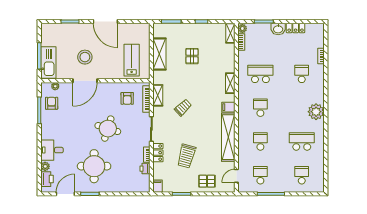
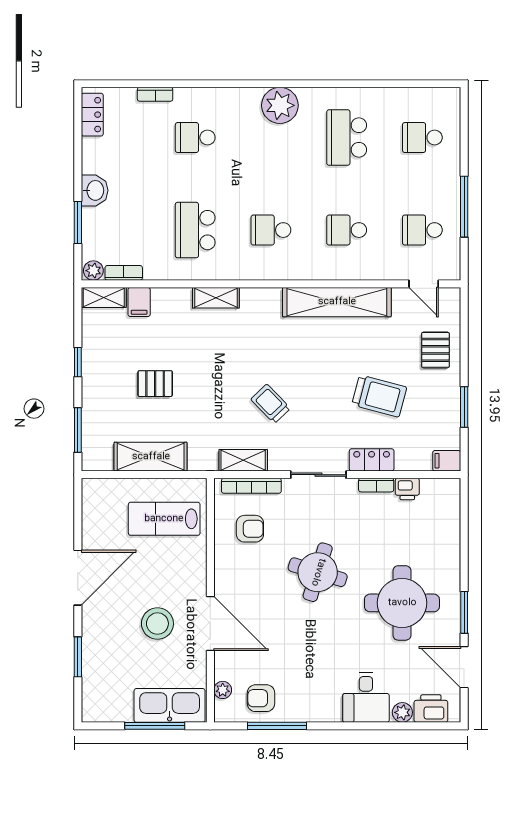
locker: (296, 28) -> (92, 115), moved
filing cabinet: (228, 107) -> (139, 302), moved

